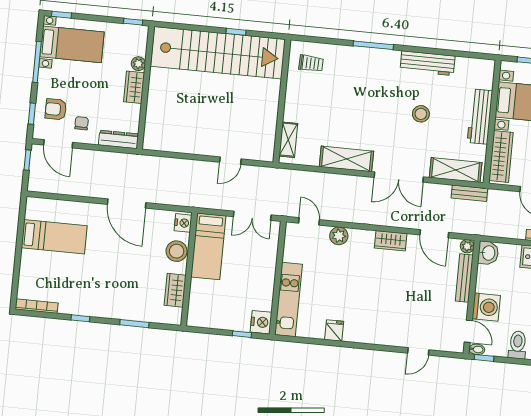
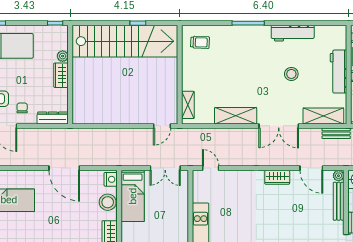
door: (230, 161) -> (162, 126), moved
plant: (339, 236) -> (236, 177), removed

